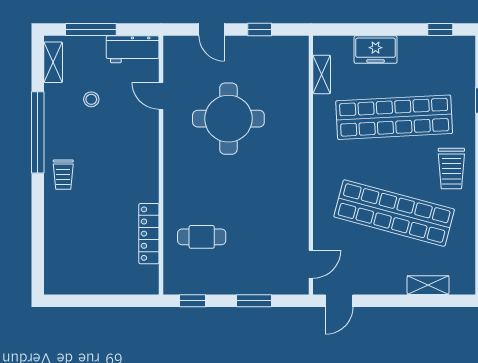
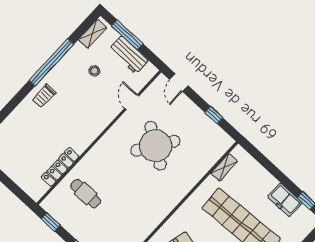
door: (212, 30) -> (179, 82), moved
workbench: (133, 49) -> (129, 55), moved
freezer: (376, 50) -> (285, 200), moved
round table: (228, 119) -> (156, 146), turned 33

